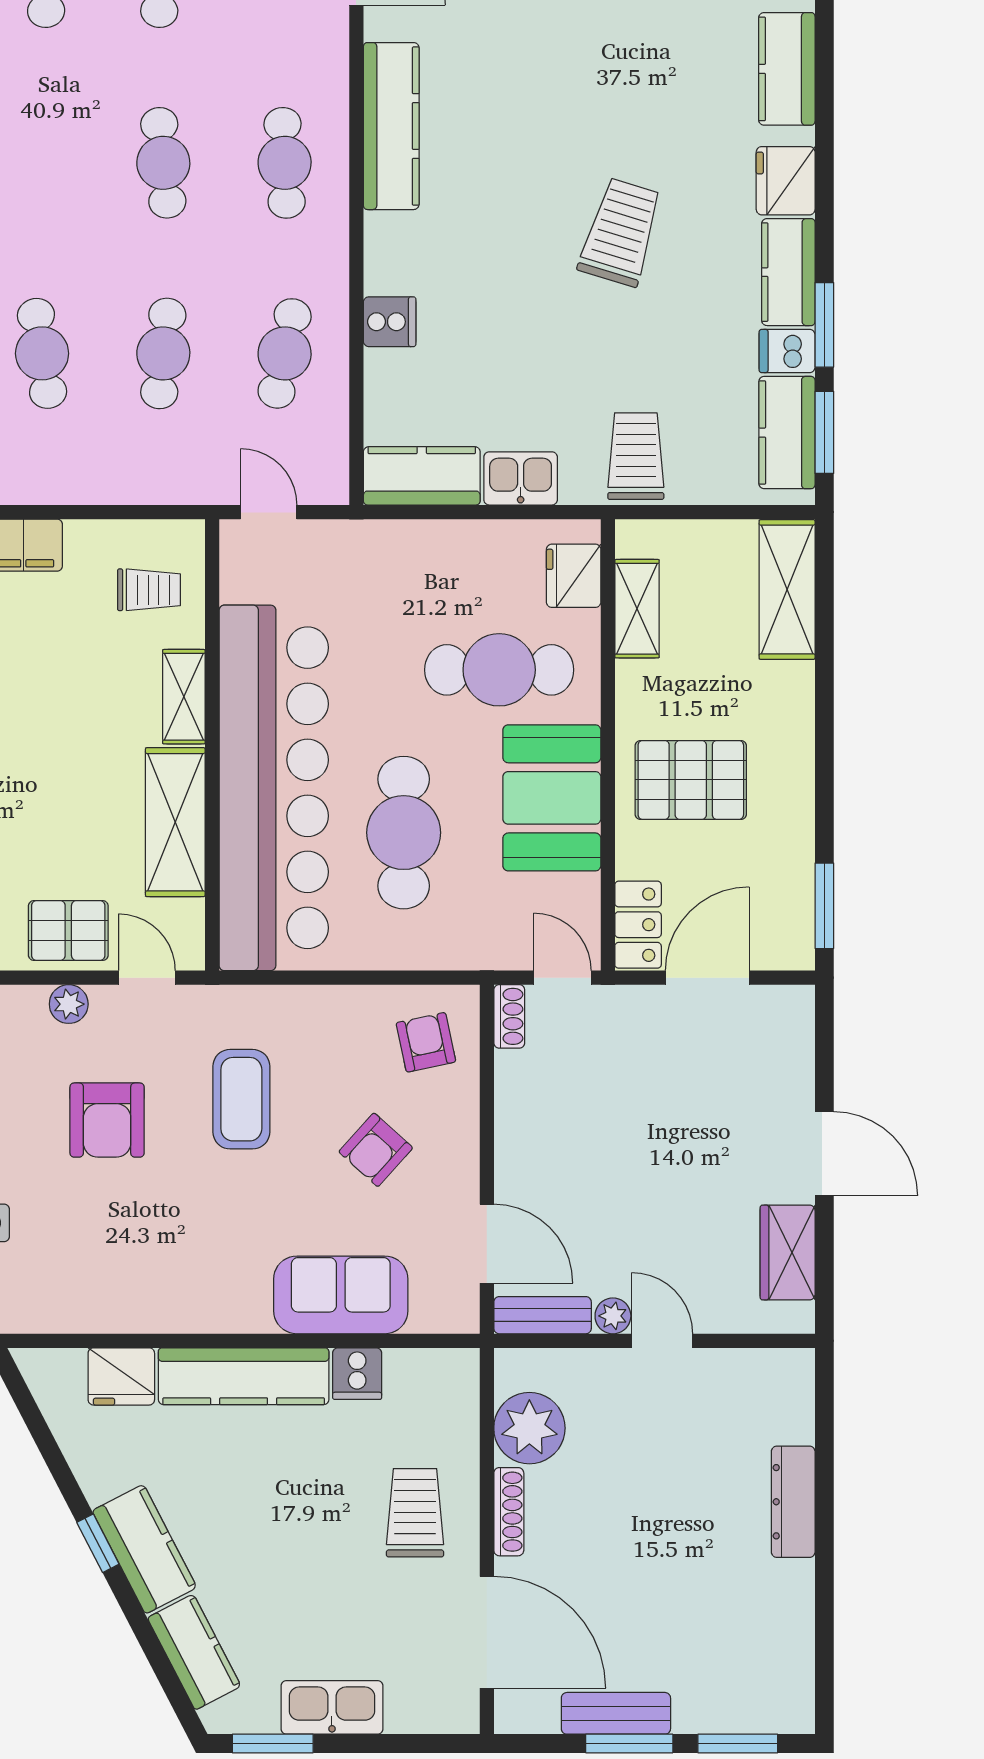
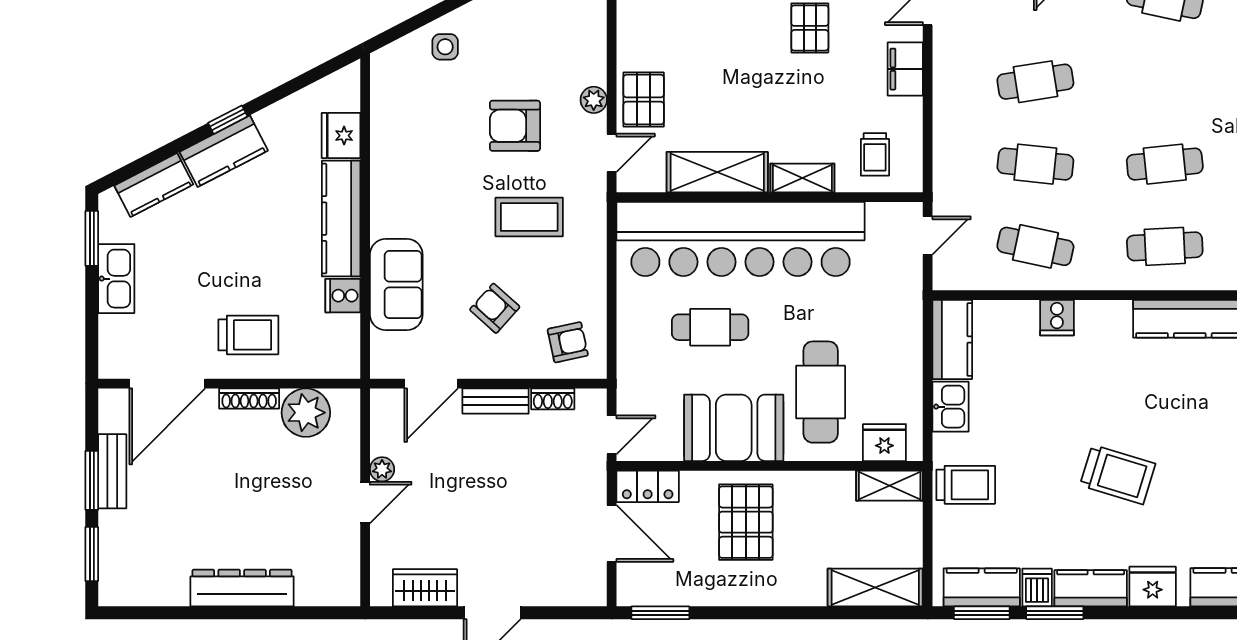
shelving: (637, 609) -> (890, 486), moved
cafe table: (404, 833) -> (710, 327), width x0.73, depth x0.74
shoe rack: (509, 1016) -> (553, 399), moved
bench: (543, 1315) -> (496, 401), moved, turned 90
dresser: (793, 1502) -> (242, 588), width x1.37, depth x1.24

